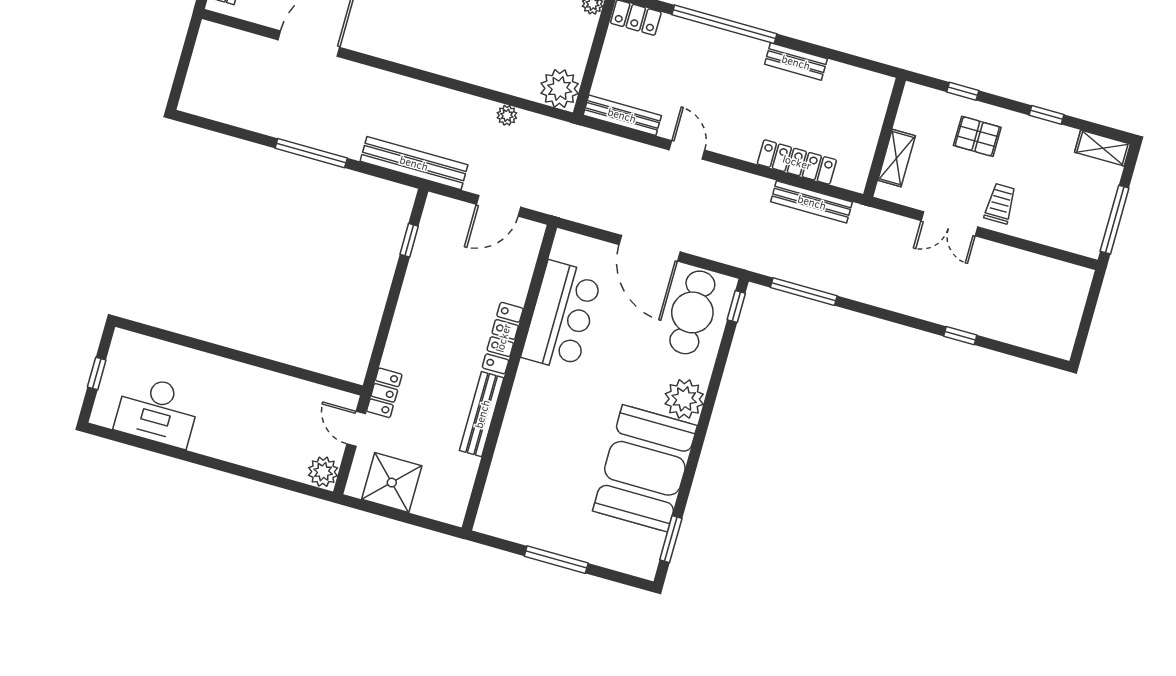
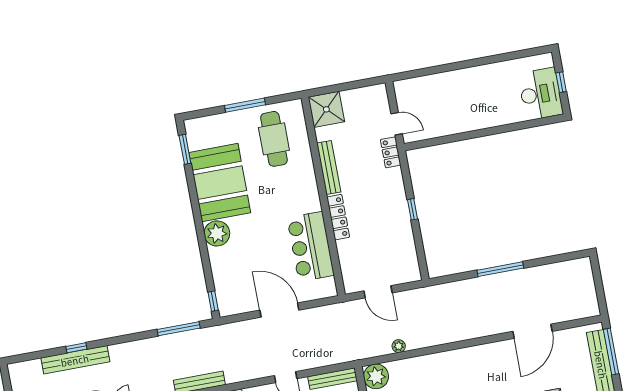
bench: (414, 163) -> (75, 360), moved
door: (498, 206) -> (378, 292), swing flipped
window: (409, 240) -> (413, 209), moved
cafe table: (692, 312) -> (274, 139), moved
desk: (157, 411) -> (540, 94), moved, turned 90
plant: (323, 472) -> (404, 90), removed
shower: (392, 483) -> (326, 109), moved

